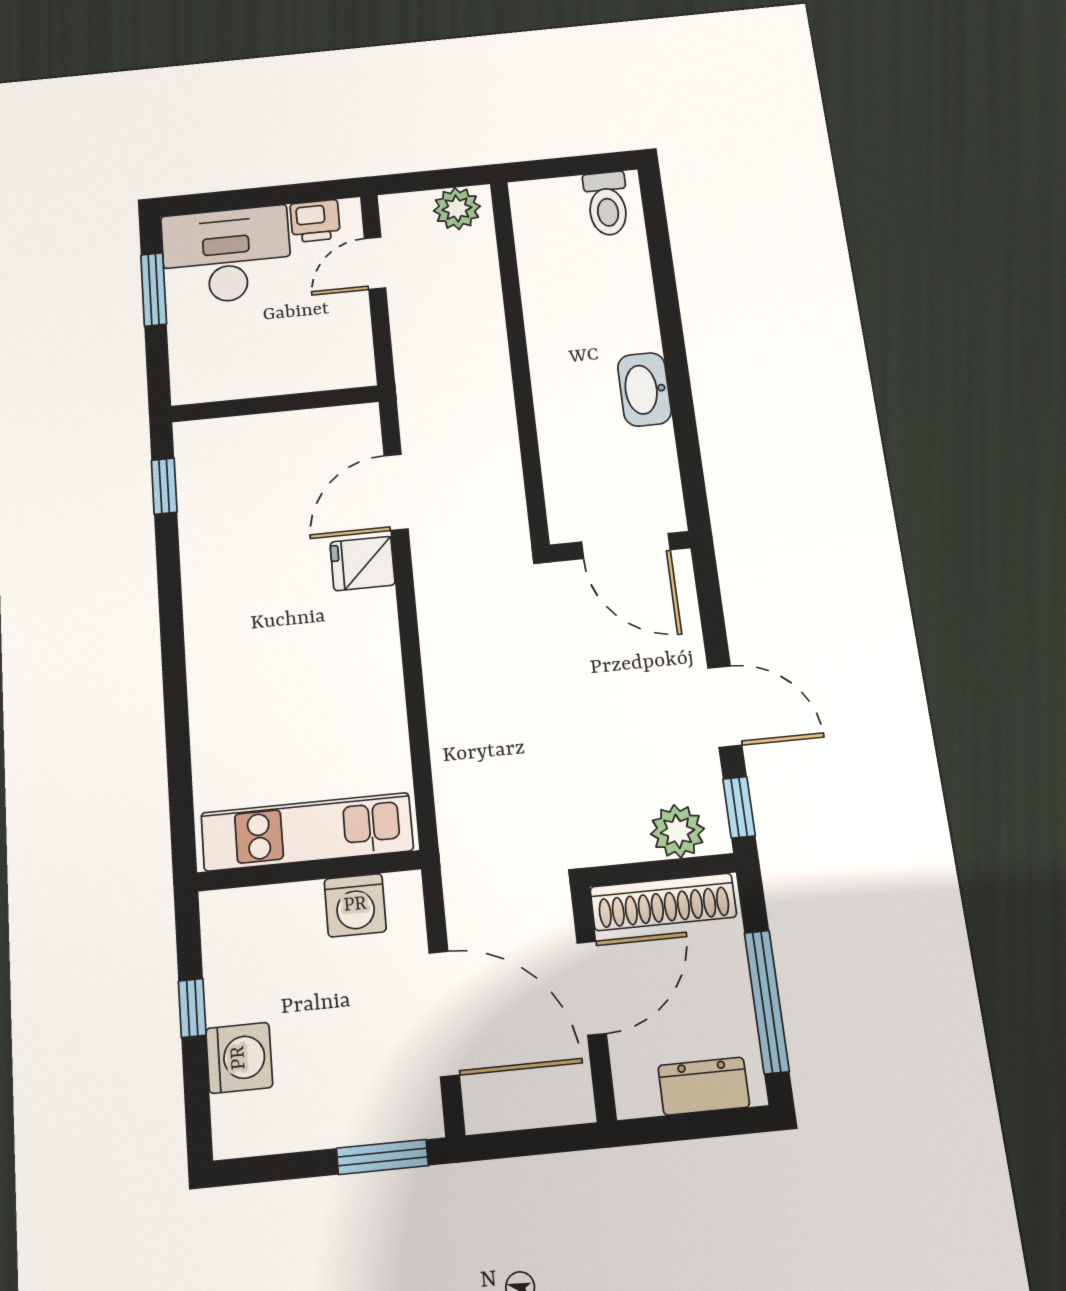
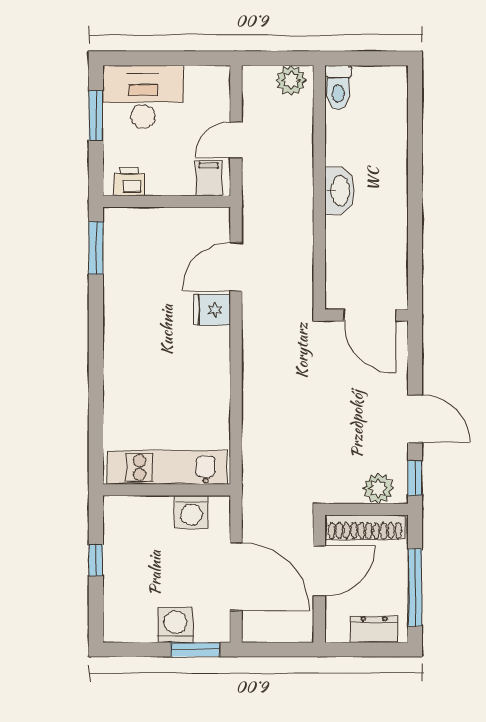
toilet: (607, 204) -> (338, 87), moved
printer: (315, 221) -> (129, 182), moved, turned 180
door: (375, 263) -> (236, 140), moved
filing cabinet: (340, 363) -> (209, 178), added
washbasin: (644, 389) -> (339, 191), moved, turned 180
window: (164, 486) -> (96, 248), width x1.50
washing machine: (239, 1058) -> (175, 625), moved, turned -90

